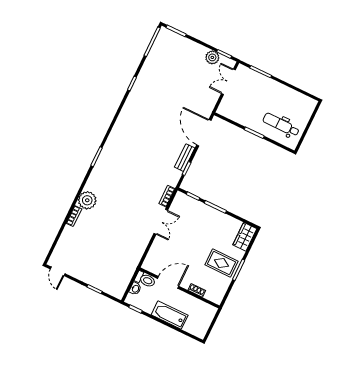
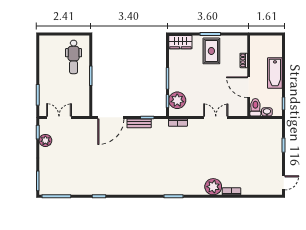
double door: (228, 82) -> (59, 117), swing flipped
plant: (189, 206) -> (177, 100), added
double door: (161, 222) -> (216, 117), moved

